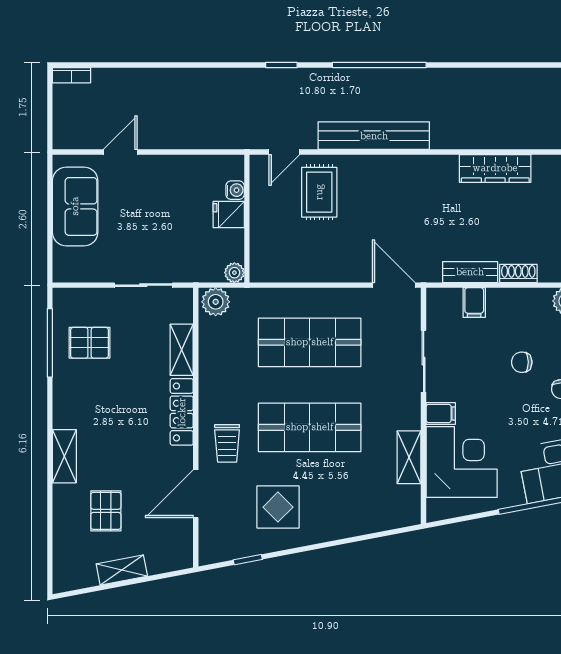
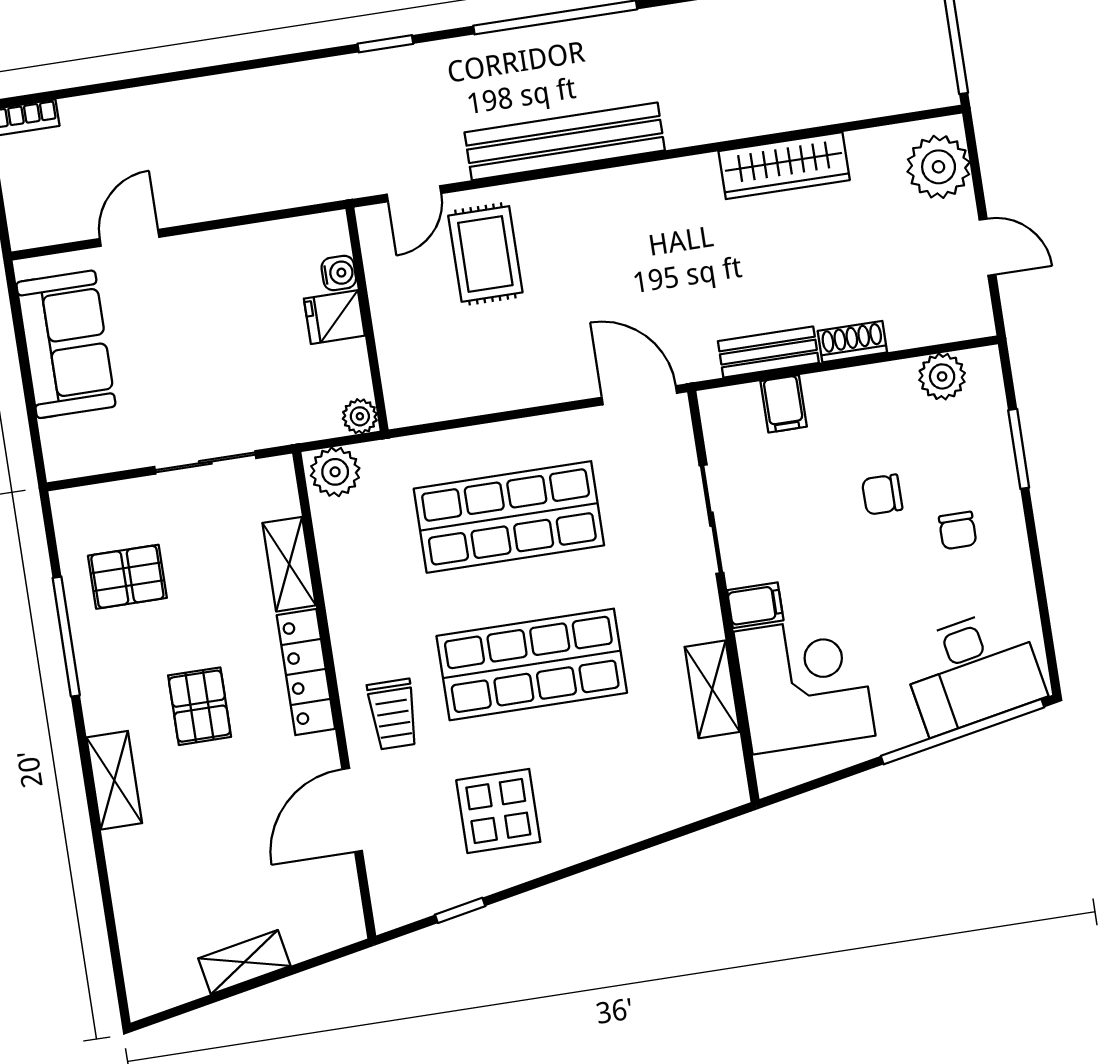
window: (50, 343) -> (66, 637), moved
pallet: (106, 511) -> (200, 706), moved

